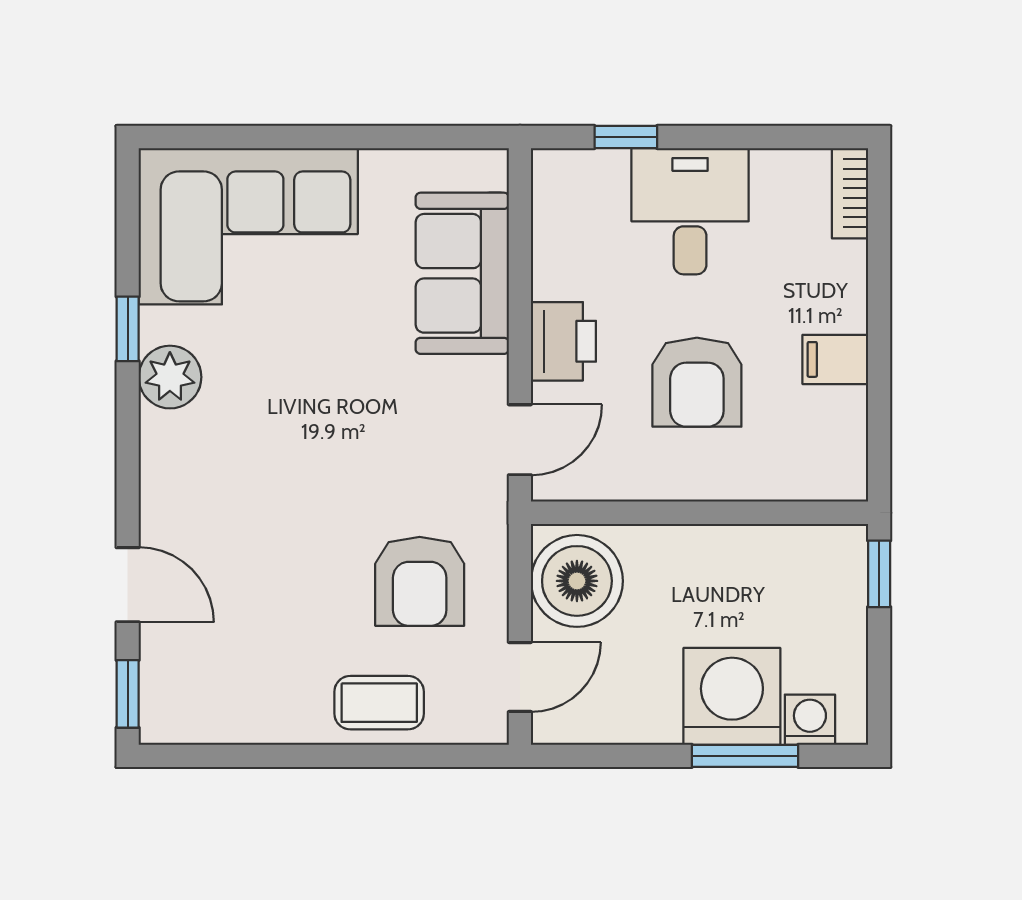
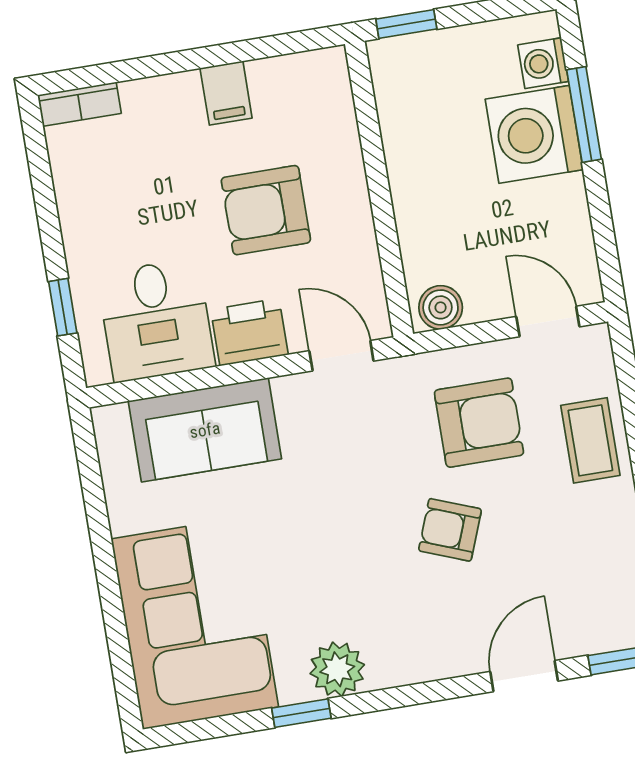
desk: (690, 211) -> (156, 320), moved, turned -90
armchair: (697, 382) -> (266, 210), turned 180
armchair: (305, 529) -> (450, 530), added
boiler: (577, 581) -> (441, 307), width x0.54, depth x0.54

